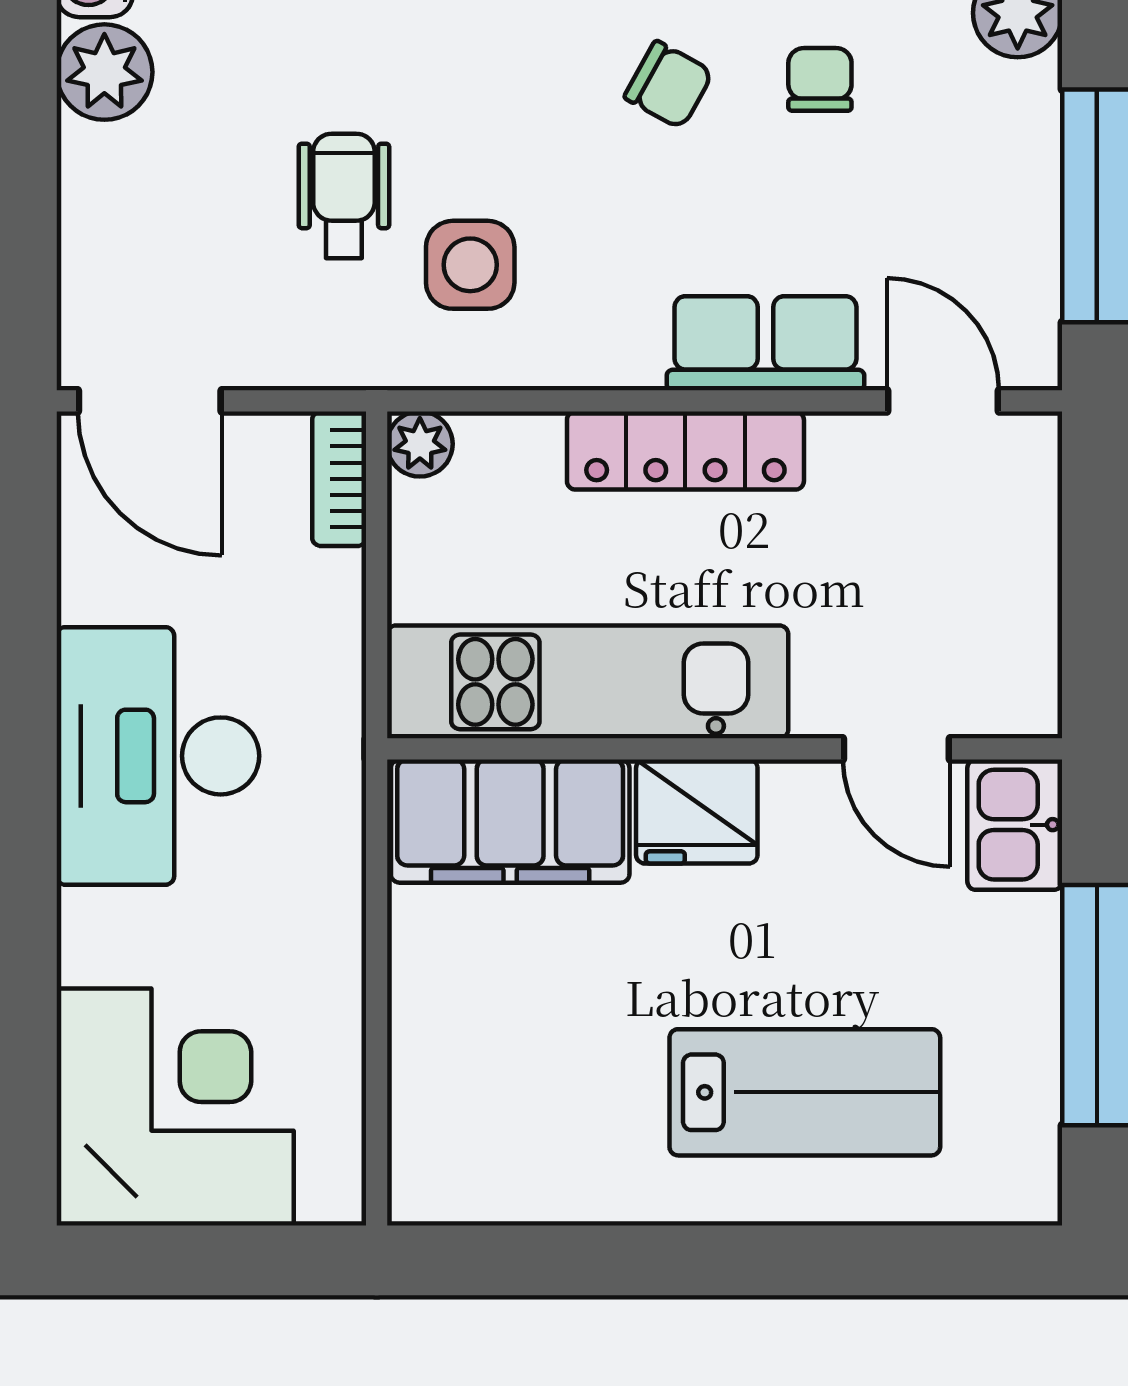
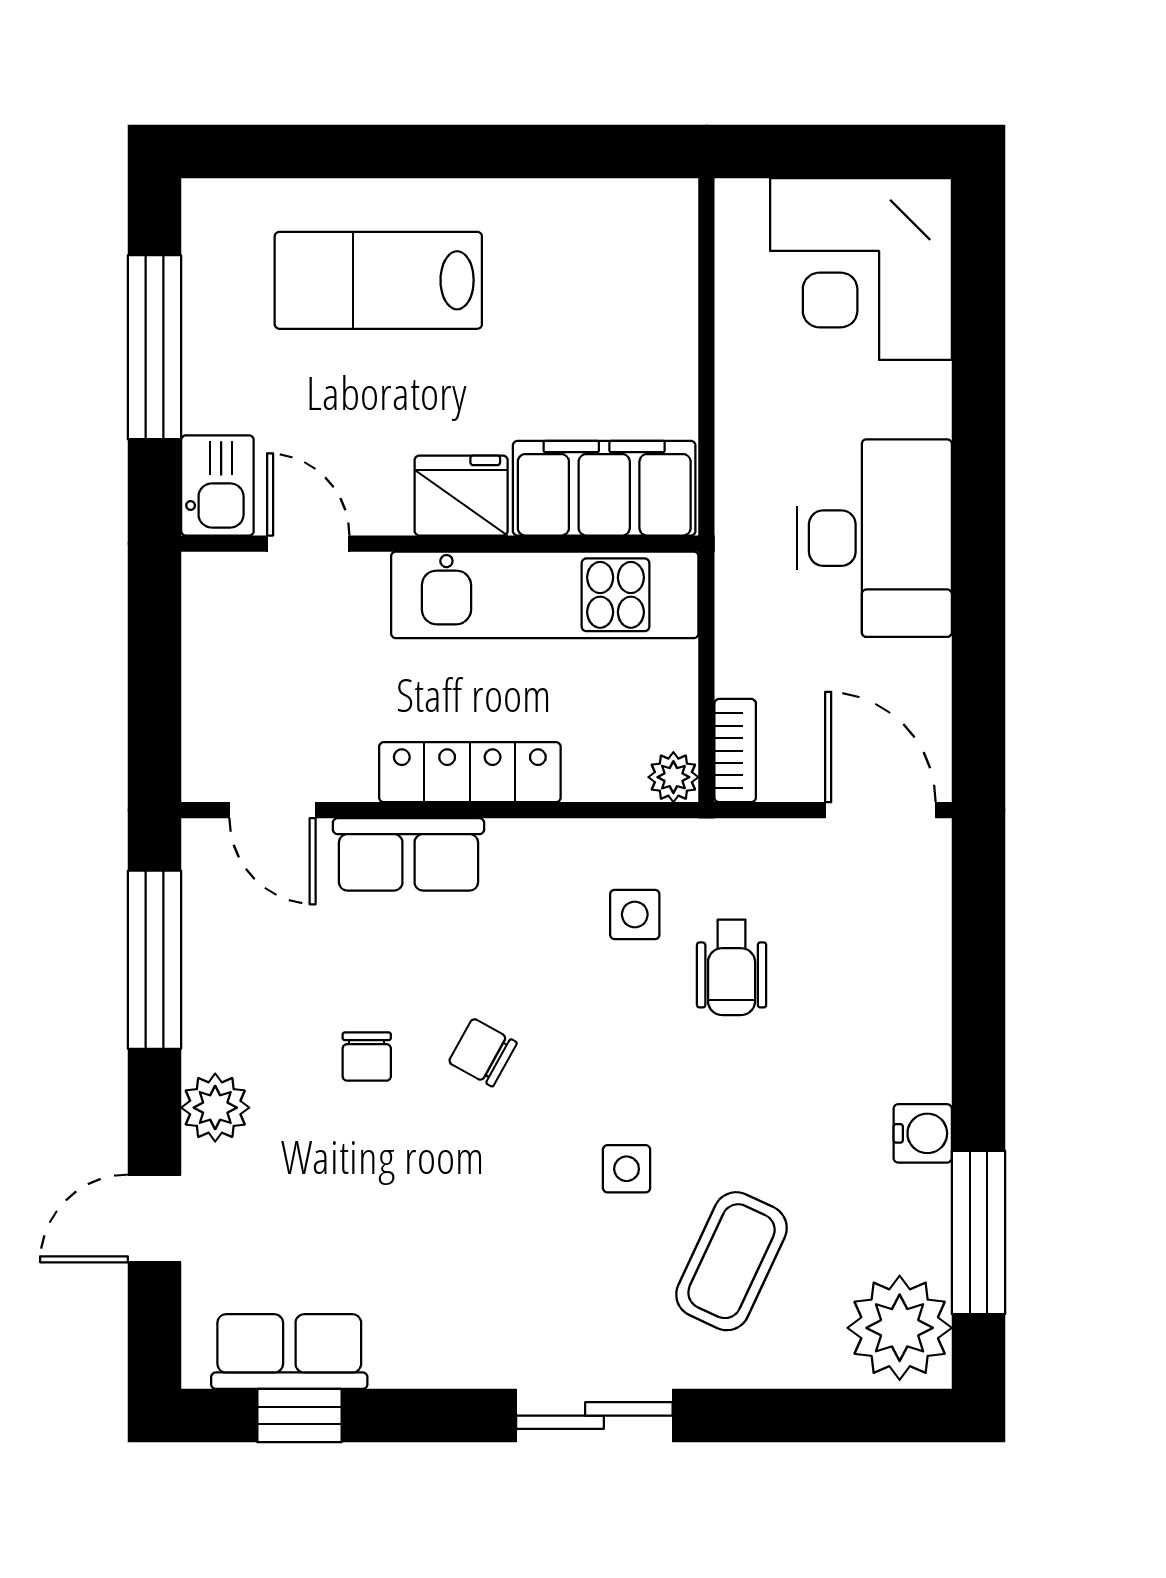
plant: (104, 72) -> (915, 1062), removed
side table: (470, 265) -> (635, 914), width x0.73, depth x0.73

